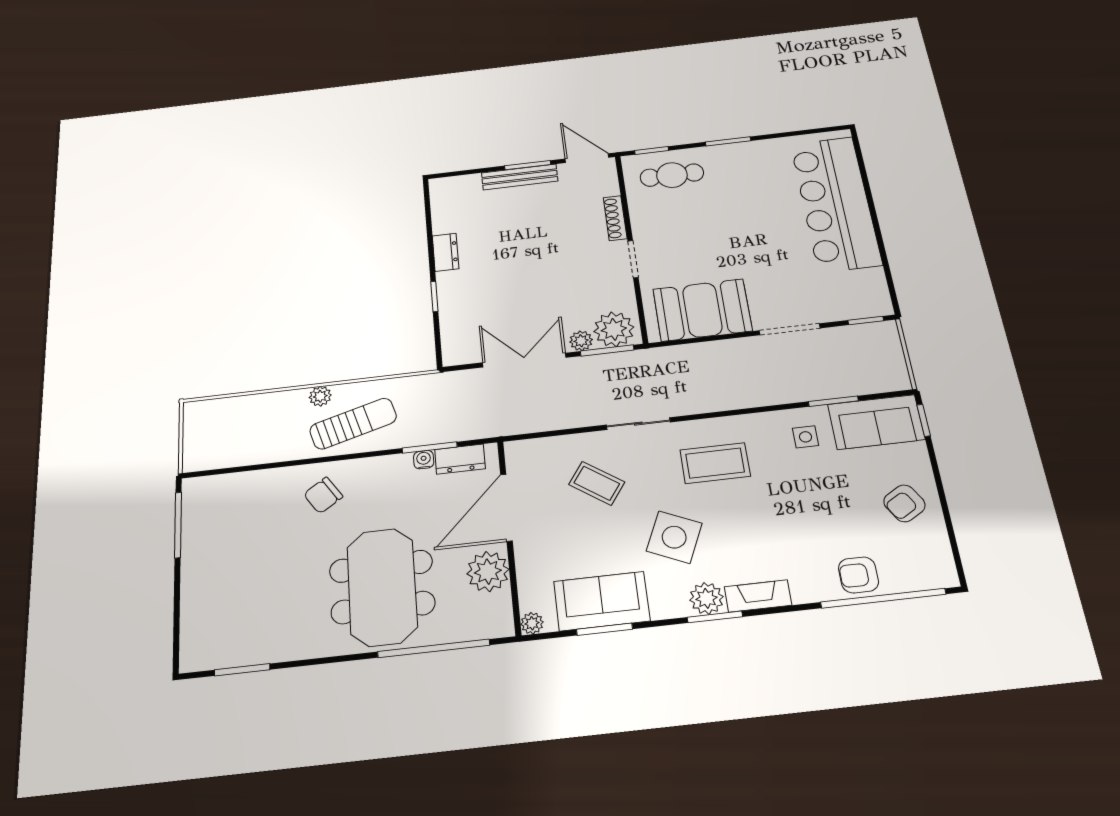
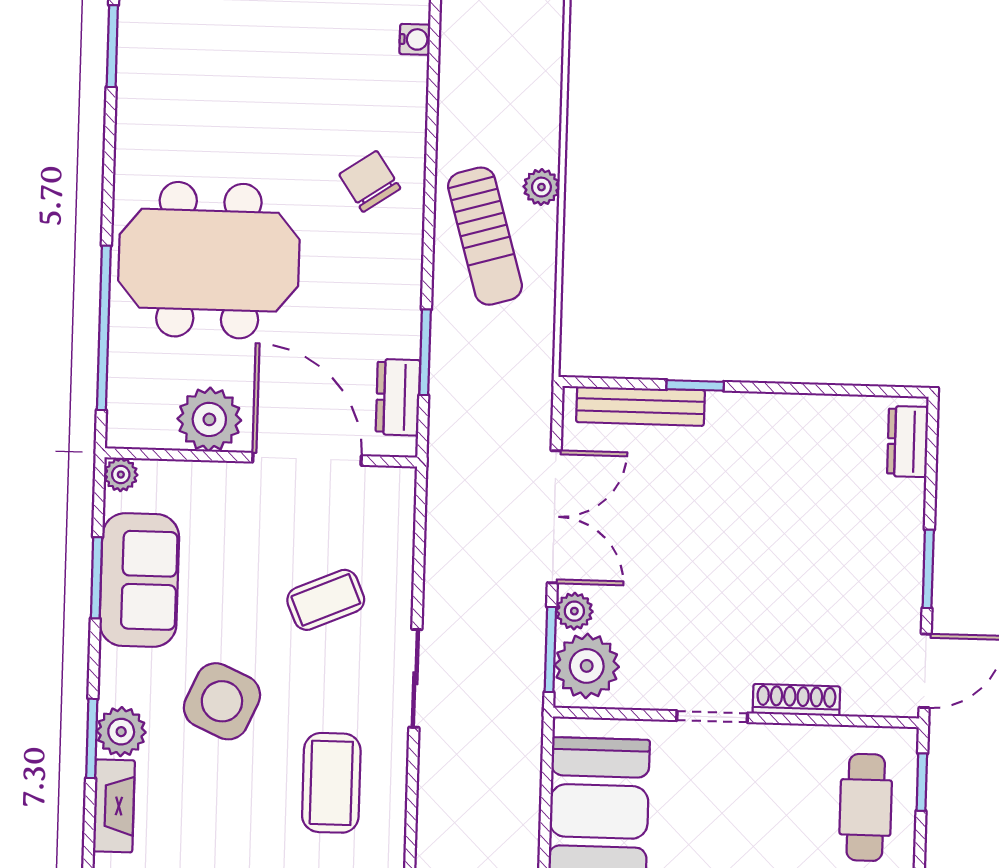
bench: (520, 177) -> (640, 406), moved, turned 90
dresser: (446, 252) -> (908, 442), moved, turned 90
water cooler: (424, 460) -> (415, 39), moved
coffee table: (597, 483) -> (326, 600), turned 32

